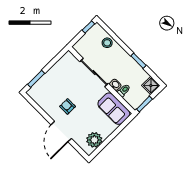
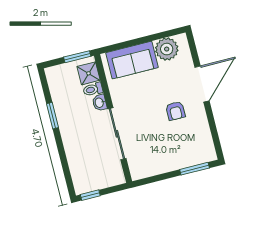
stool: (107, 43) -> (79, 161), removed
shower: (151, 86) -> (89, 73), moved
sofa: (114, 109) -> (132, 60), moved, turned 90

